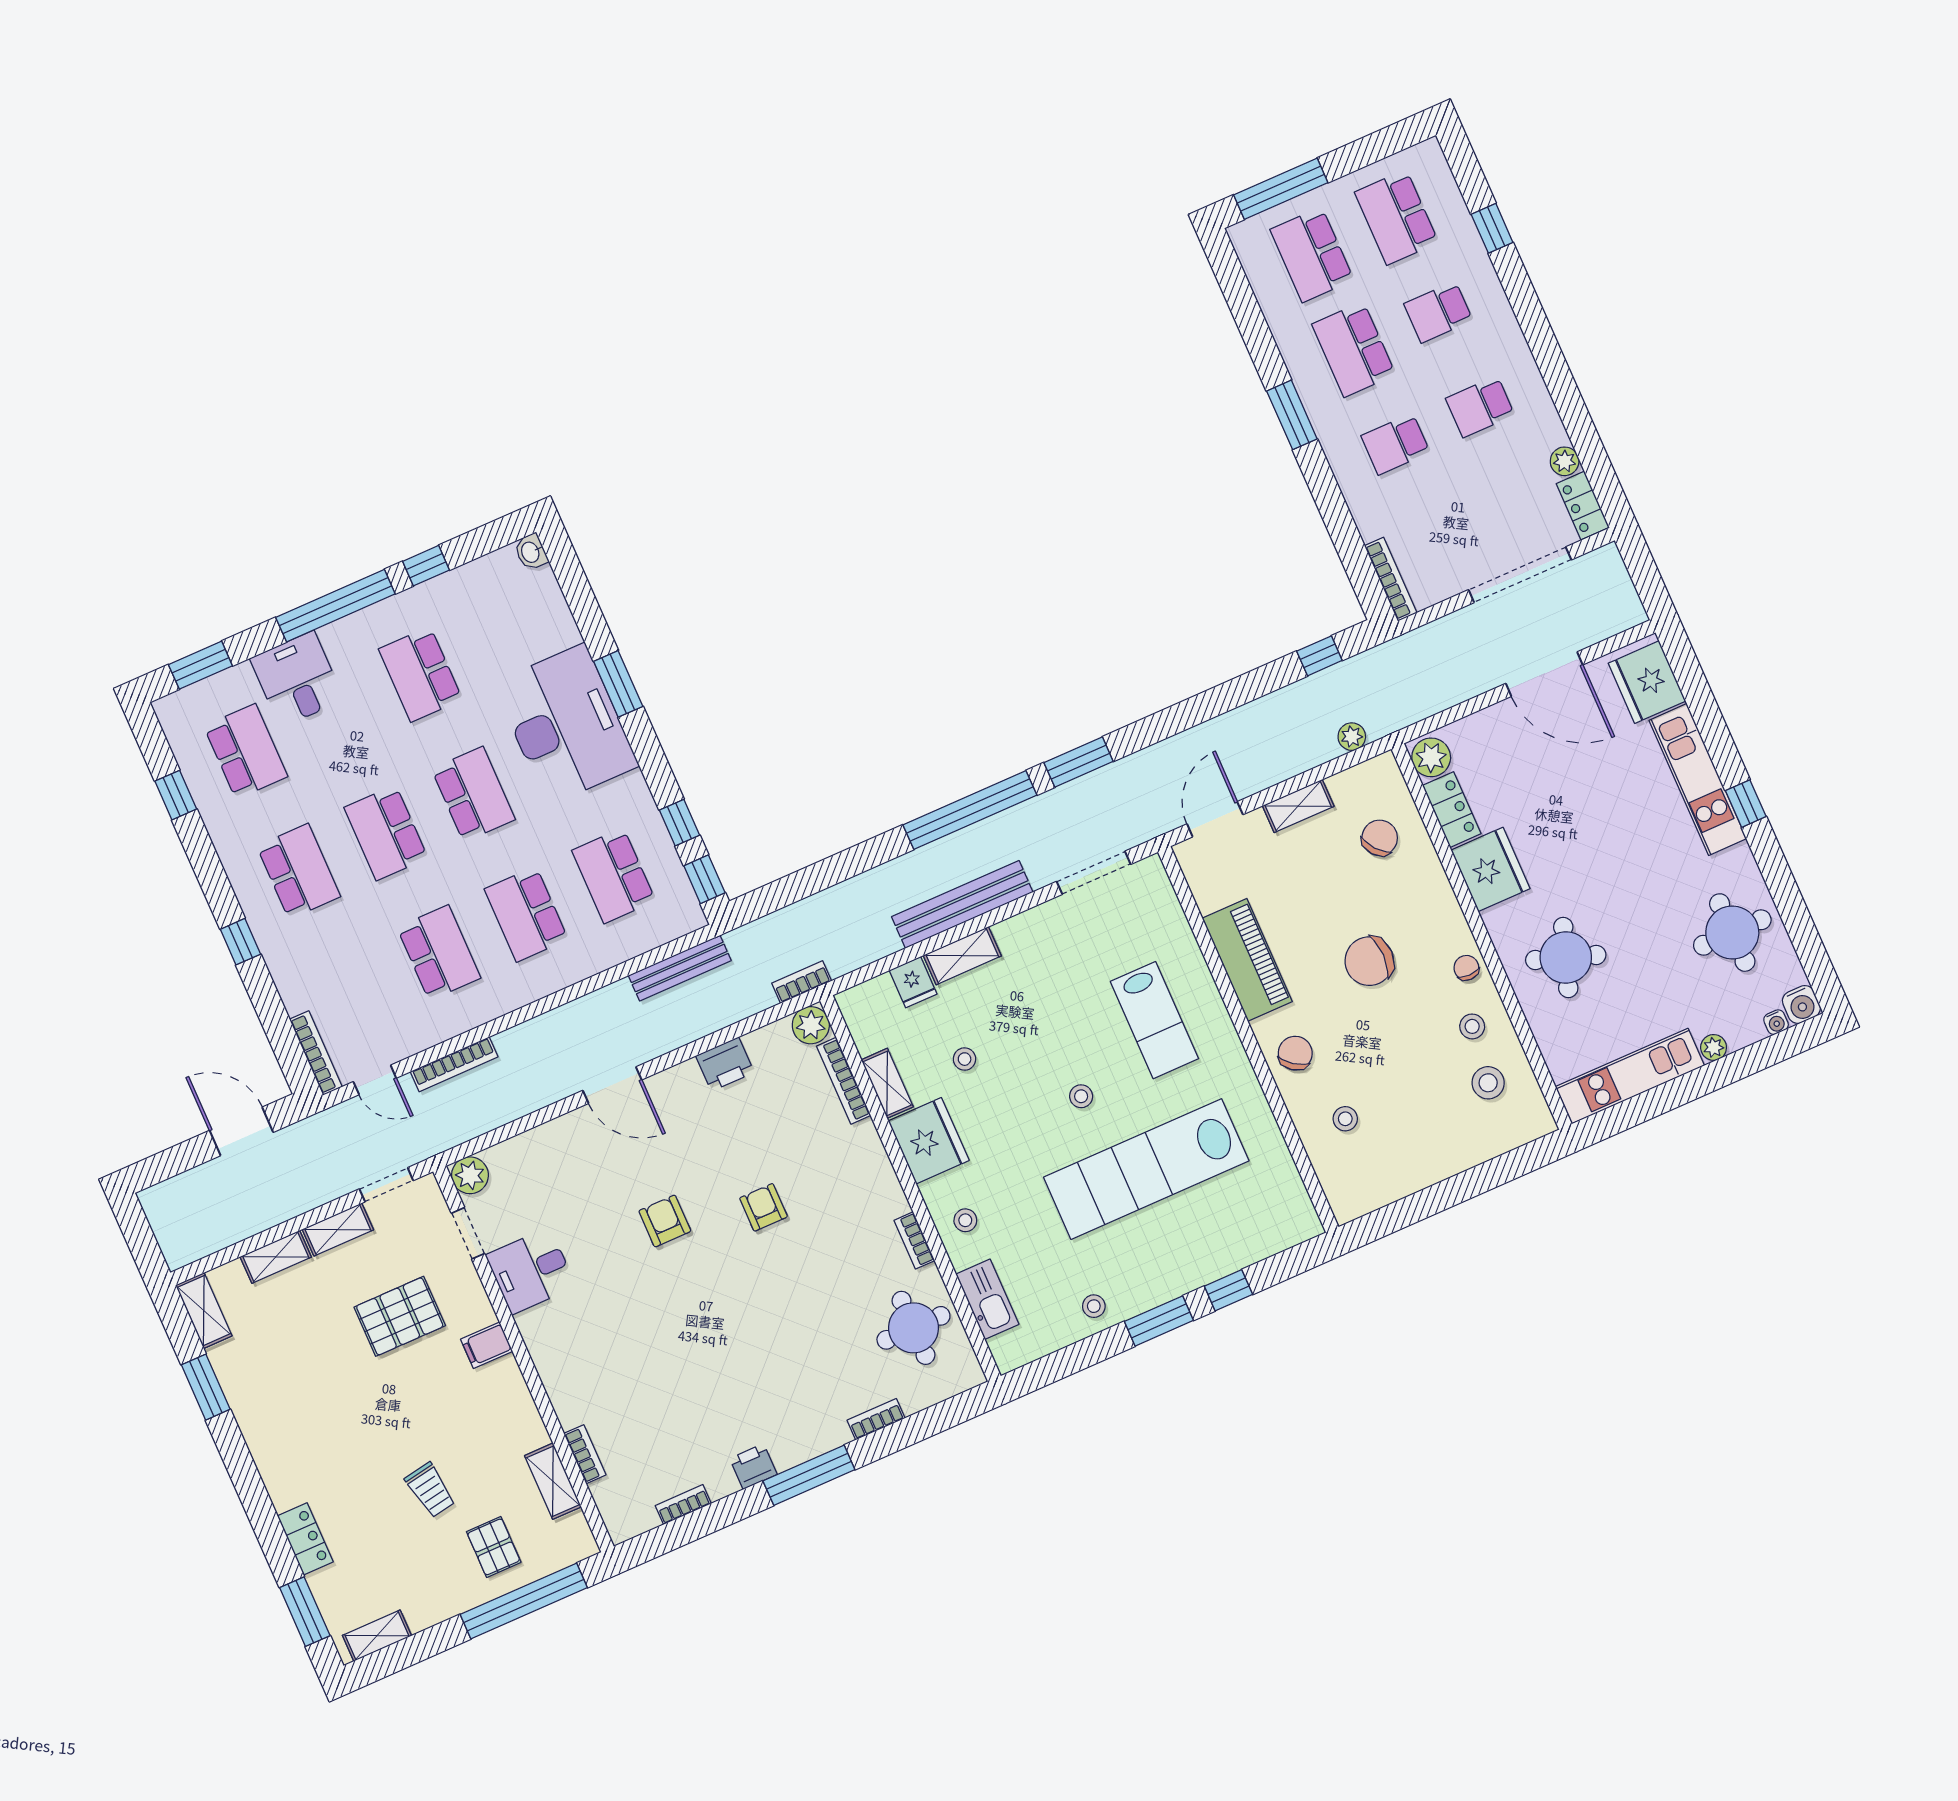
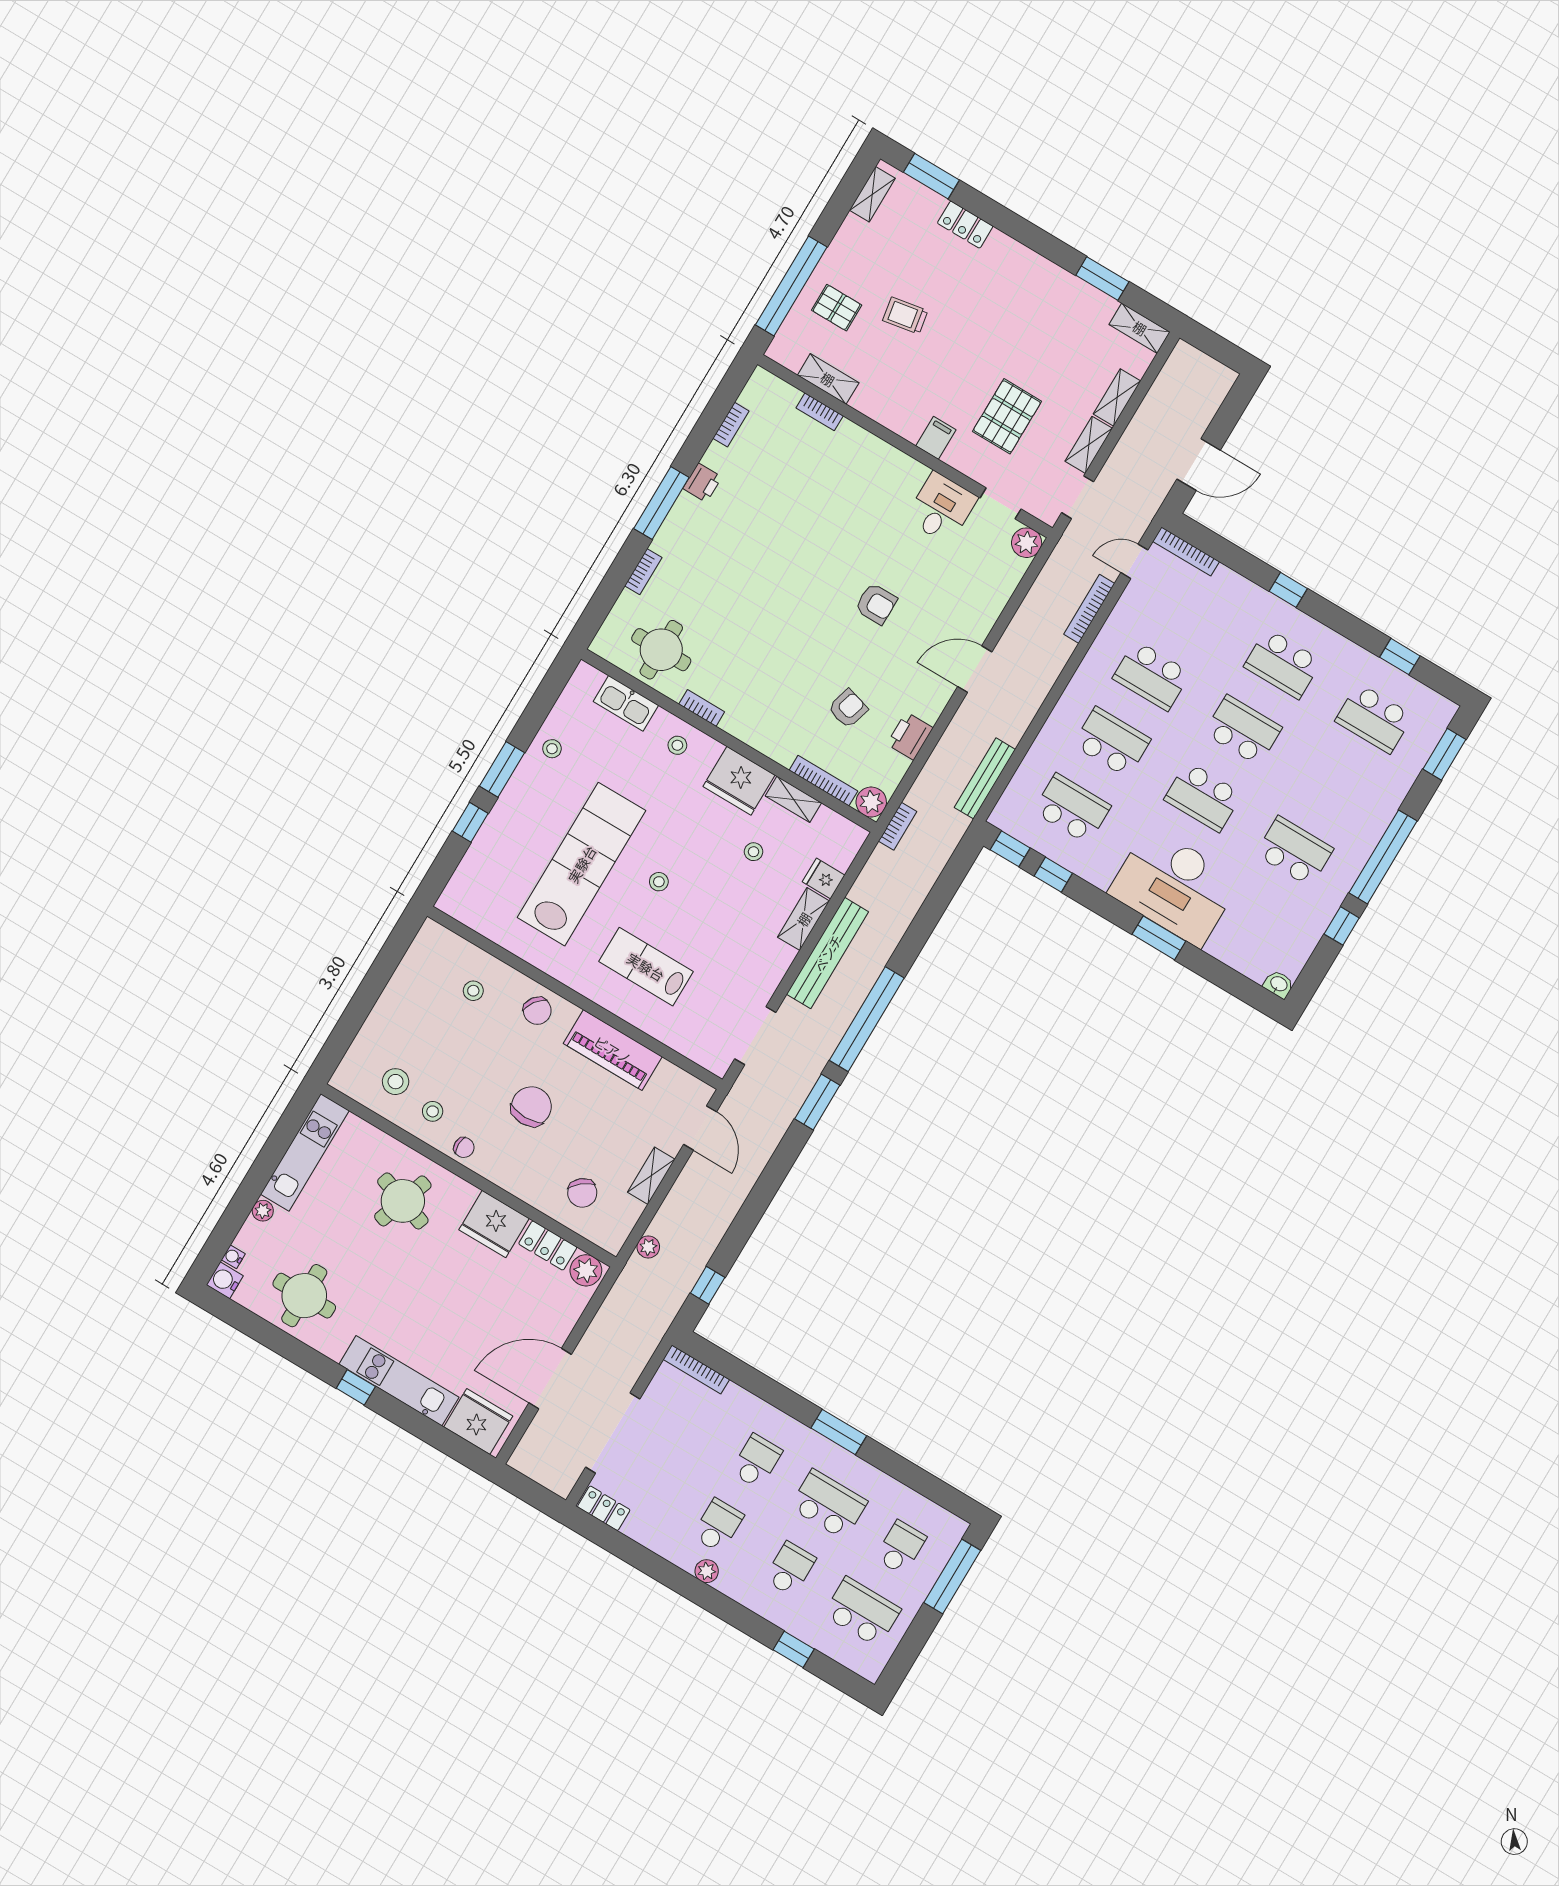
school desk: (1312, 255) -> (901, 1547), width x0.54
plant: (1565, 461) -> (707, 1571), moved
desk: (297, 679) -> (1374, 790), removed
armchair: (763, 1207) -> (848, 709), moved, turned -74

